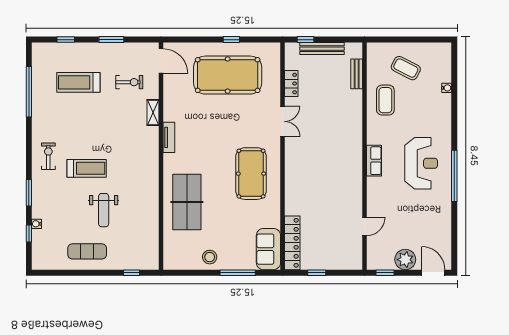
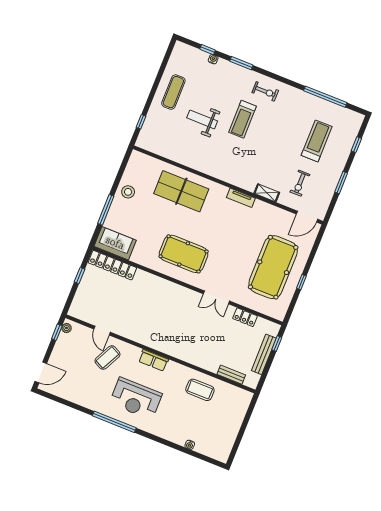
coffee table: (406, 68) -> (107, 358), moved
plant: (405, 260) -> (67, 328), moved, width x0.53, depth x0.53

